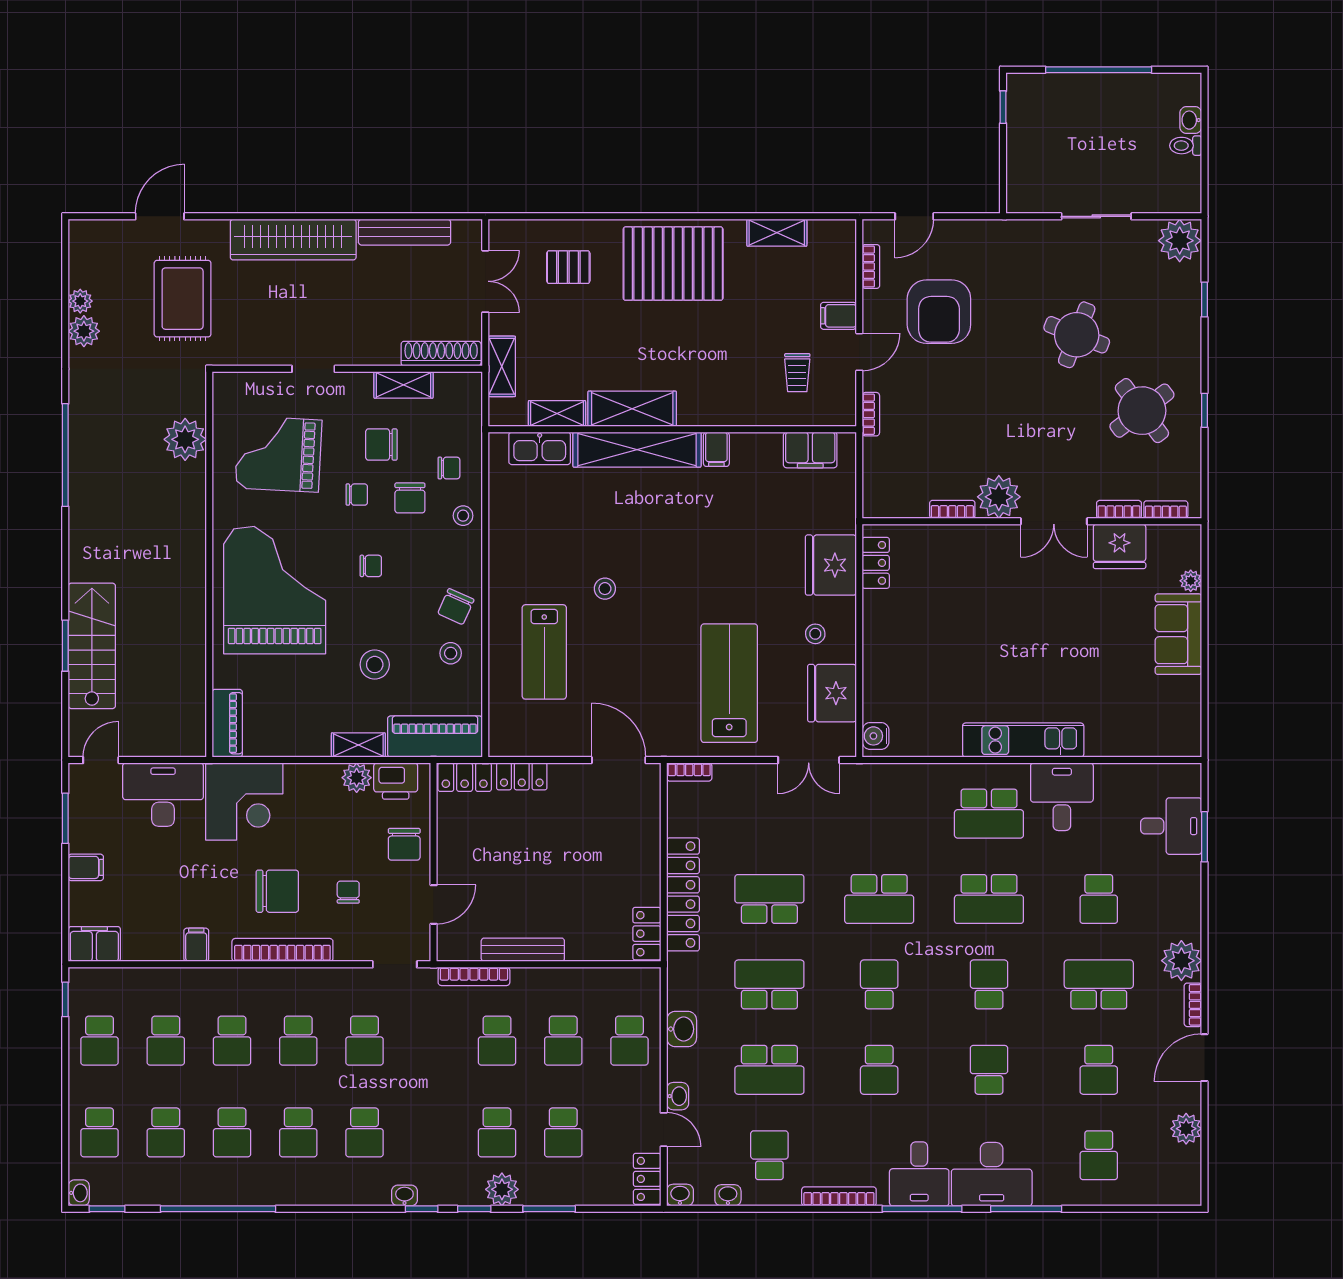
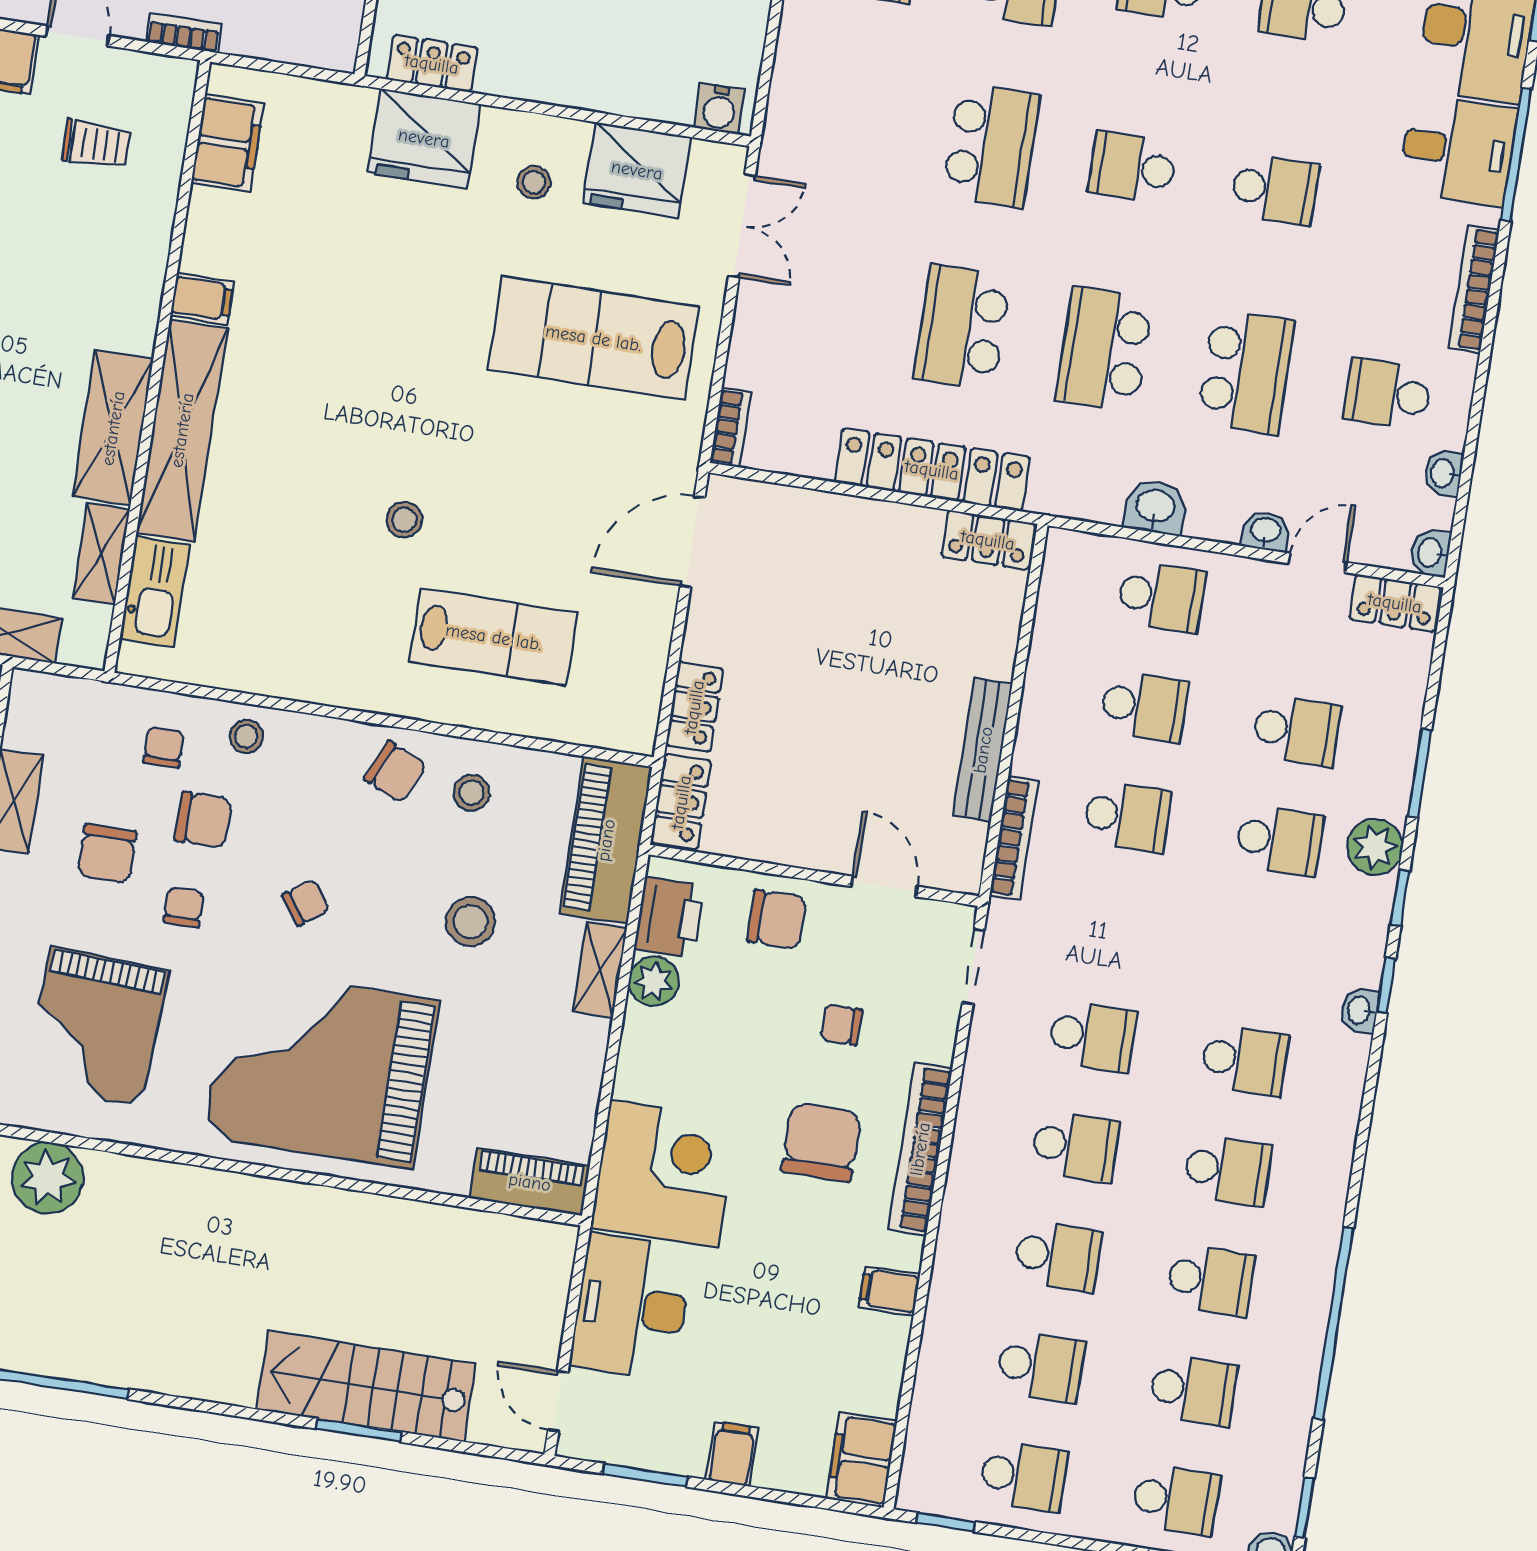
chair: (371, 566) -> (306, 902), turned 54

